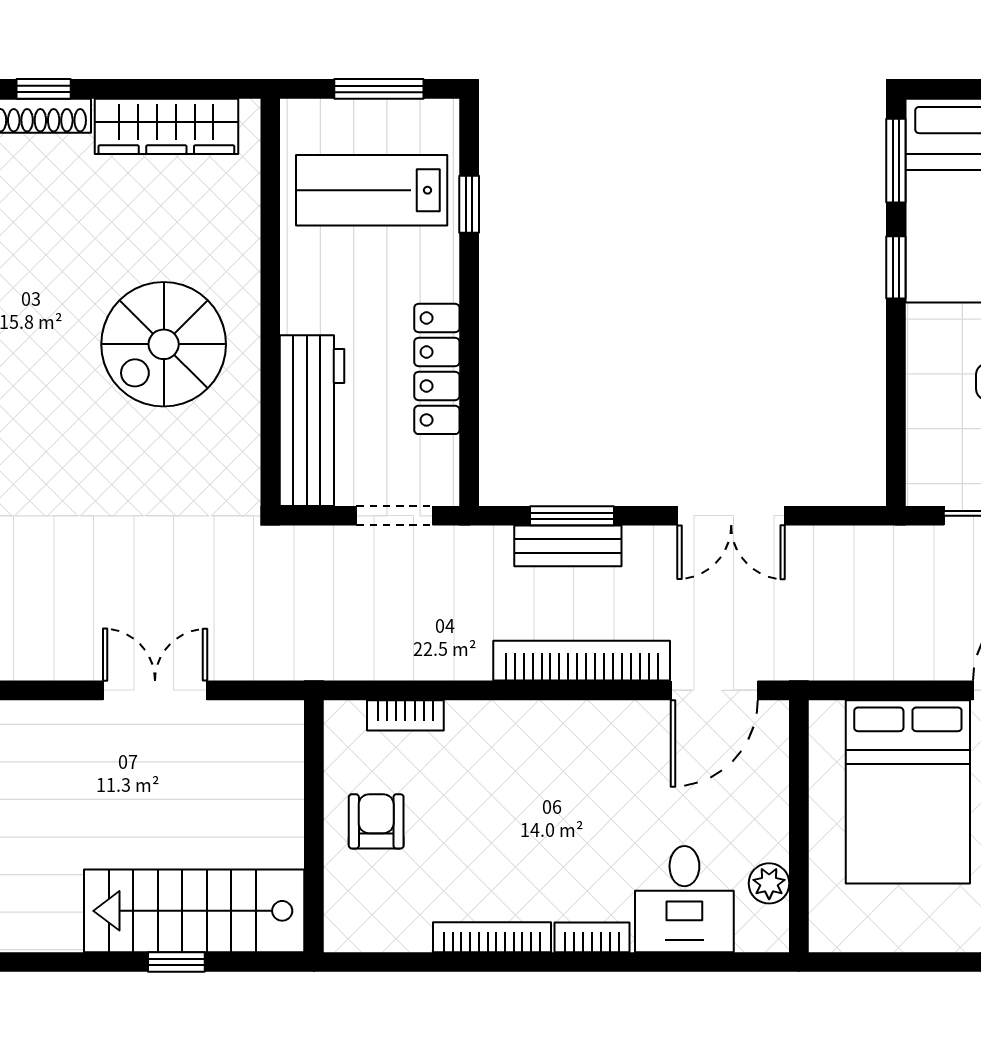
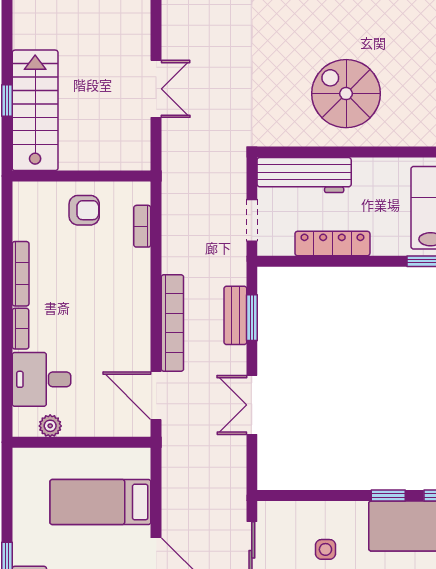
bed: (908, 792) -> (100, 502), width x0.67

